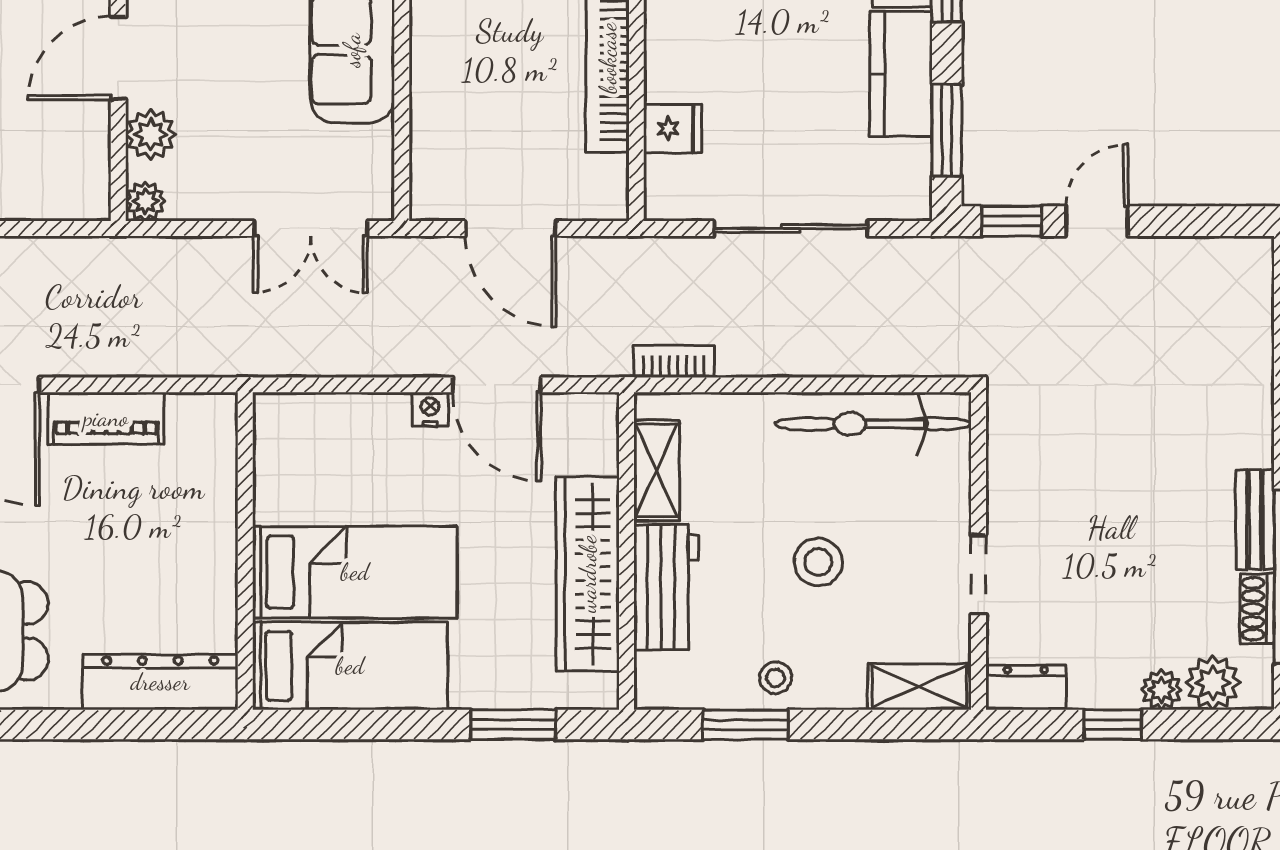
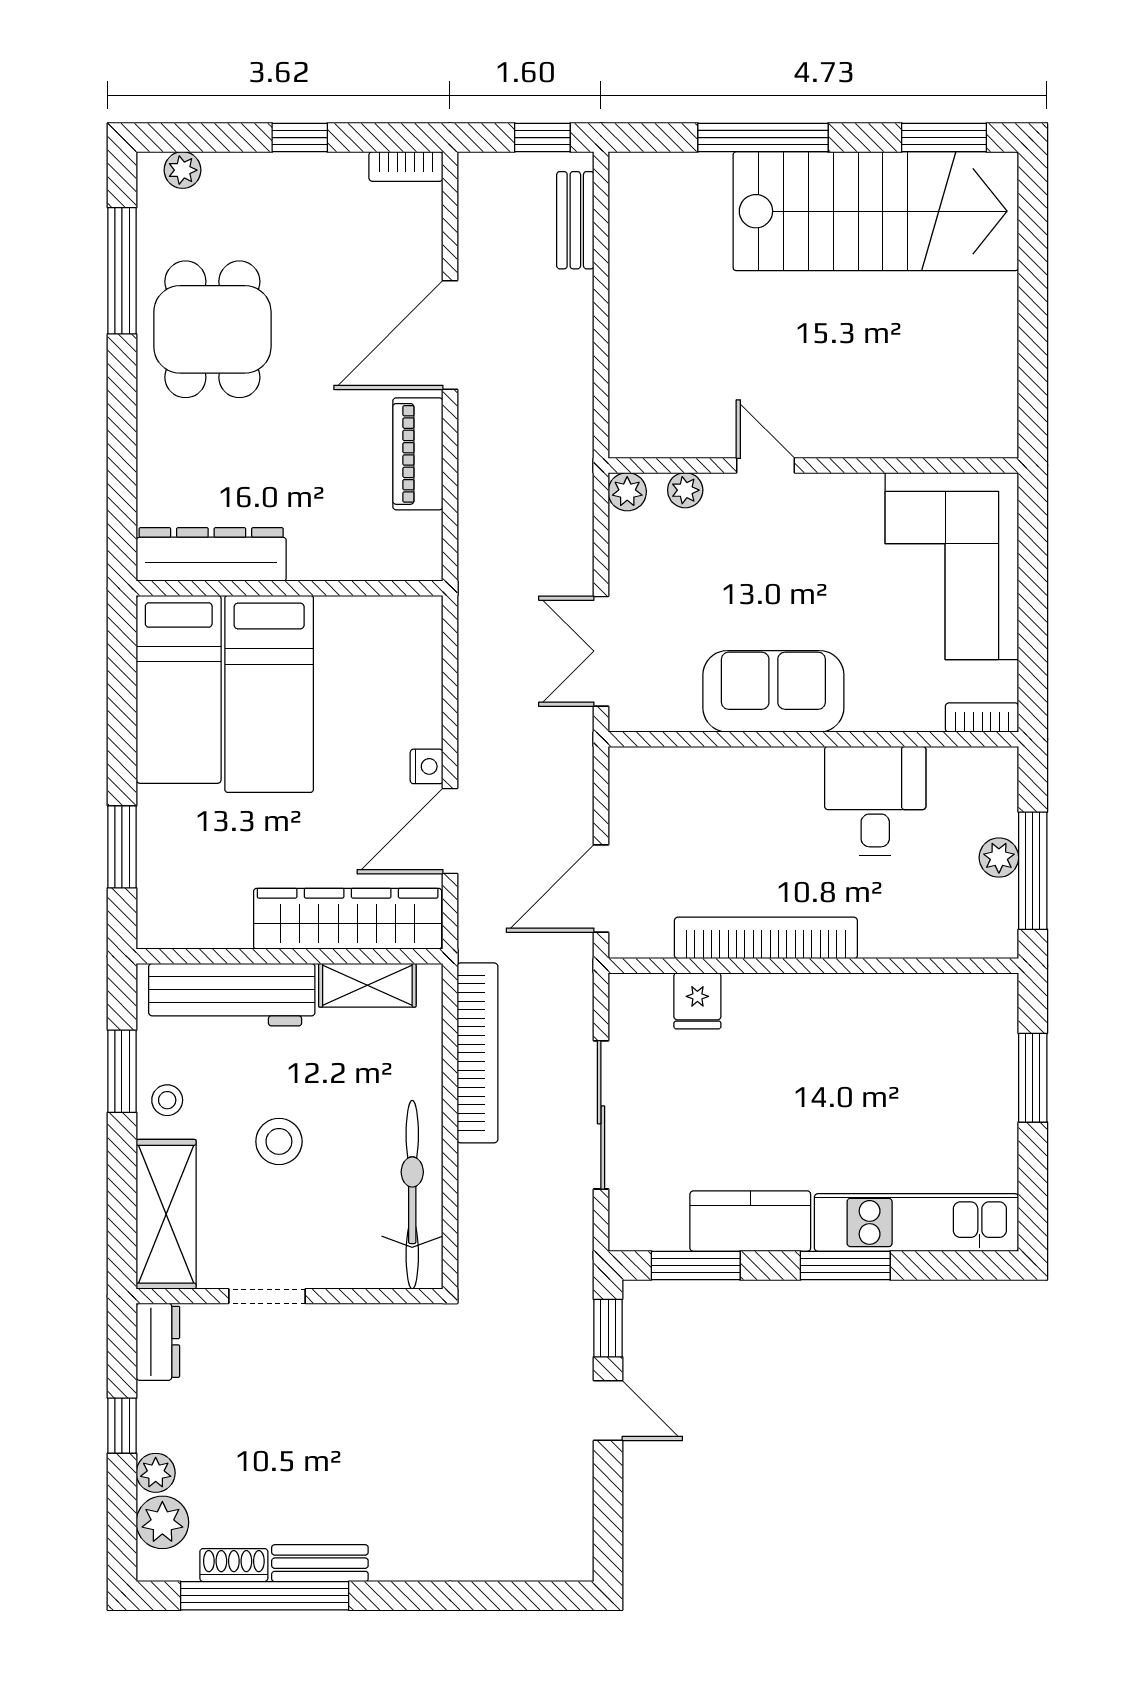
door: (118, 58) -> (766, 466), width x0.73
plant: (151, 134) -> (685, 490), width x0.73, depth x0.73
door: (511, 228) -> (601, 888), moved
bookcase: (674, 361) -> (477, 1053), width x2.31, depth x1.31
wardrobe: (588, 574) -> (348, 919), moved
workbench: (666, 587) -> (232, 995), width x1.38
dresser: (160, 682) -> (211, 554), moved, turned -90
shelving: (919, 687) -> (166, 1214), width x1.50, depth x1.33

